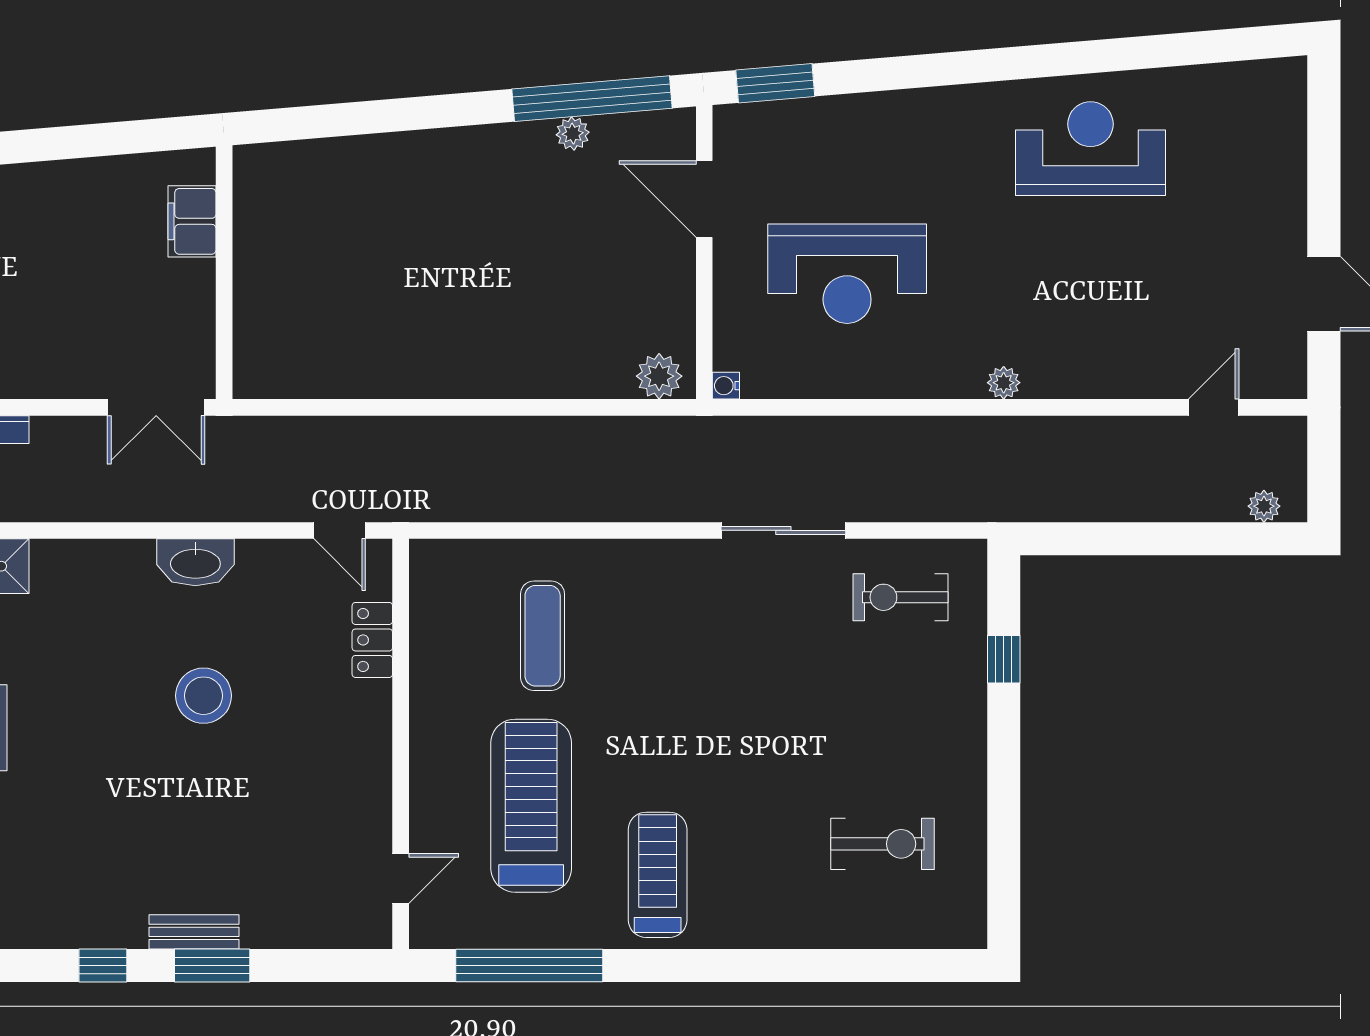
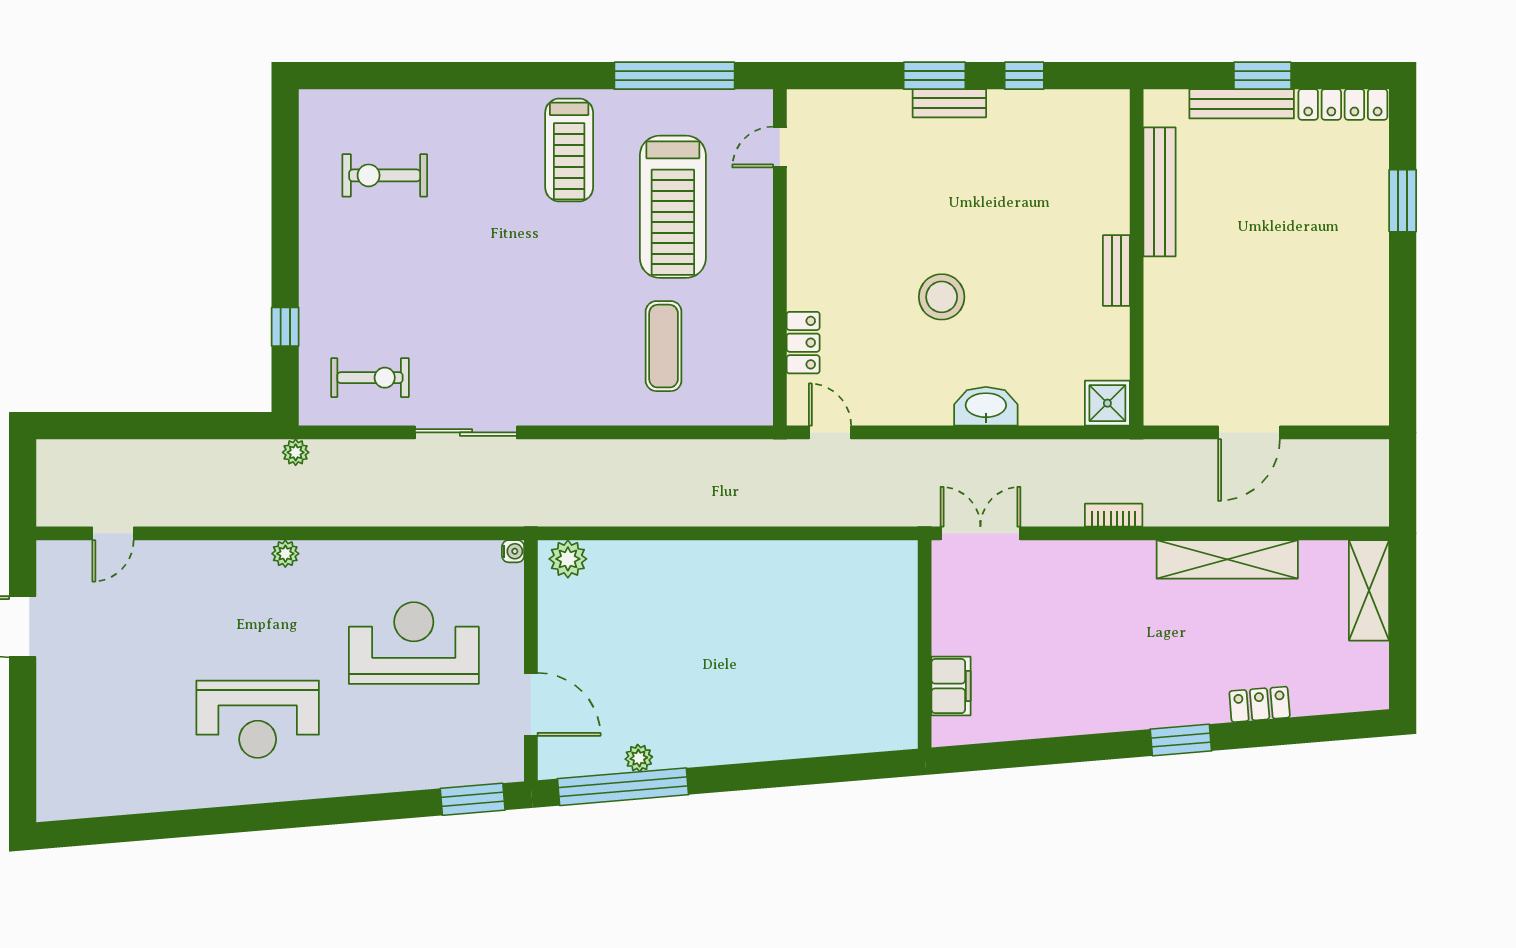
reception desk: (1090, 149) -> (258, 719), moved
plant: (1264, 506) -> (296, 452), moved
washbasin: (195, 562) -> (986, 406), moved

